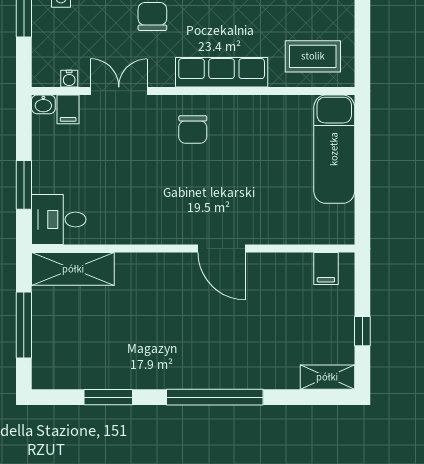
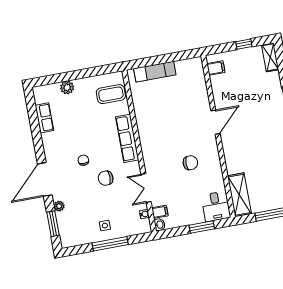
coffee table: (313, 56) -> (111, 94), turned 90
chair: (193, 130) -> (190, 163), moved
exam couch: (334, 149) -> (155, 72), width x0.73, depth x0.69

